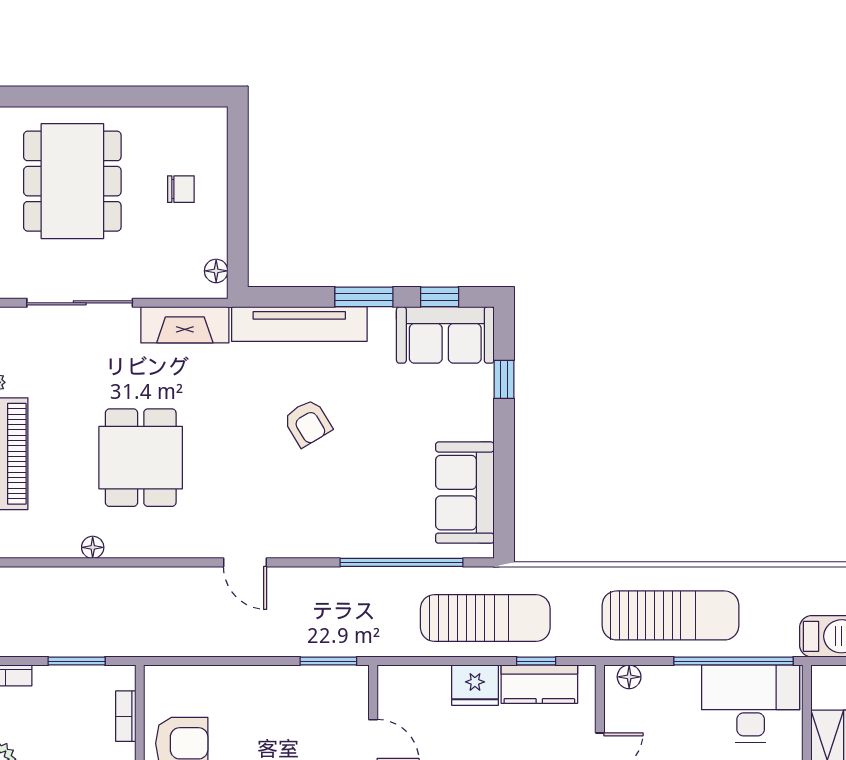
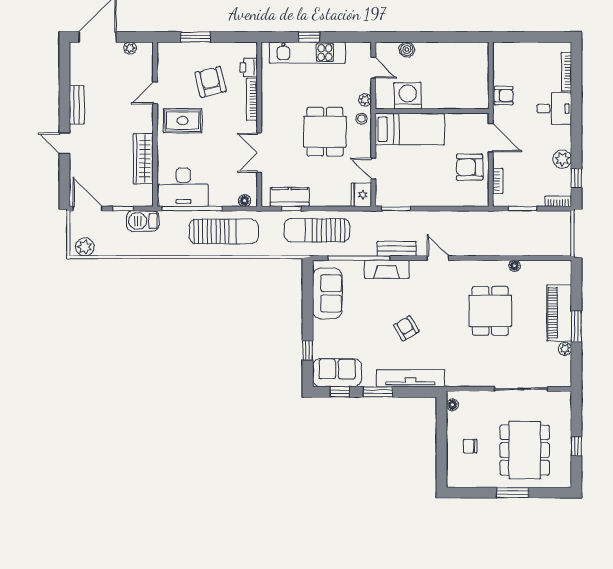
window: (96, 96) -> (513, 493), added
fireplace: (185, 325) -> (387, 269), moved, turned 180
bench: (327, 581) -> (397, 249), added
sun lounger: (671, 615) -> (224, 232), turned 180
fridge: (475, 685) -> (361, 195), moved, turned -90

